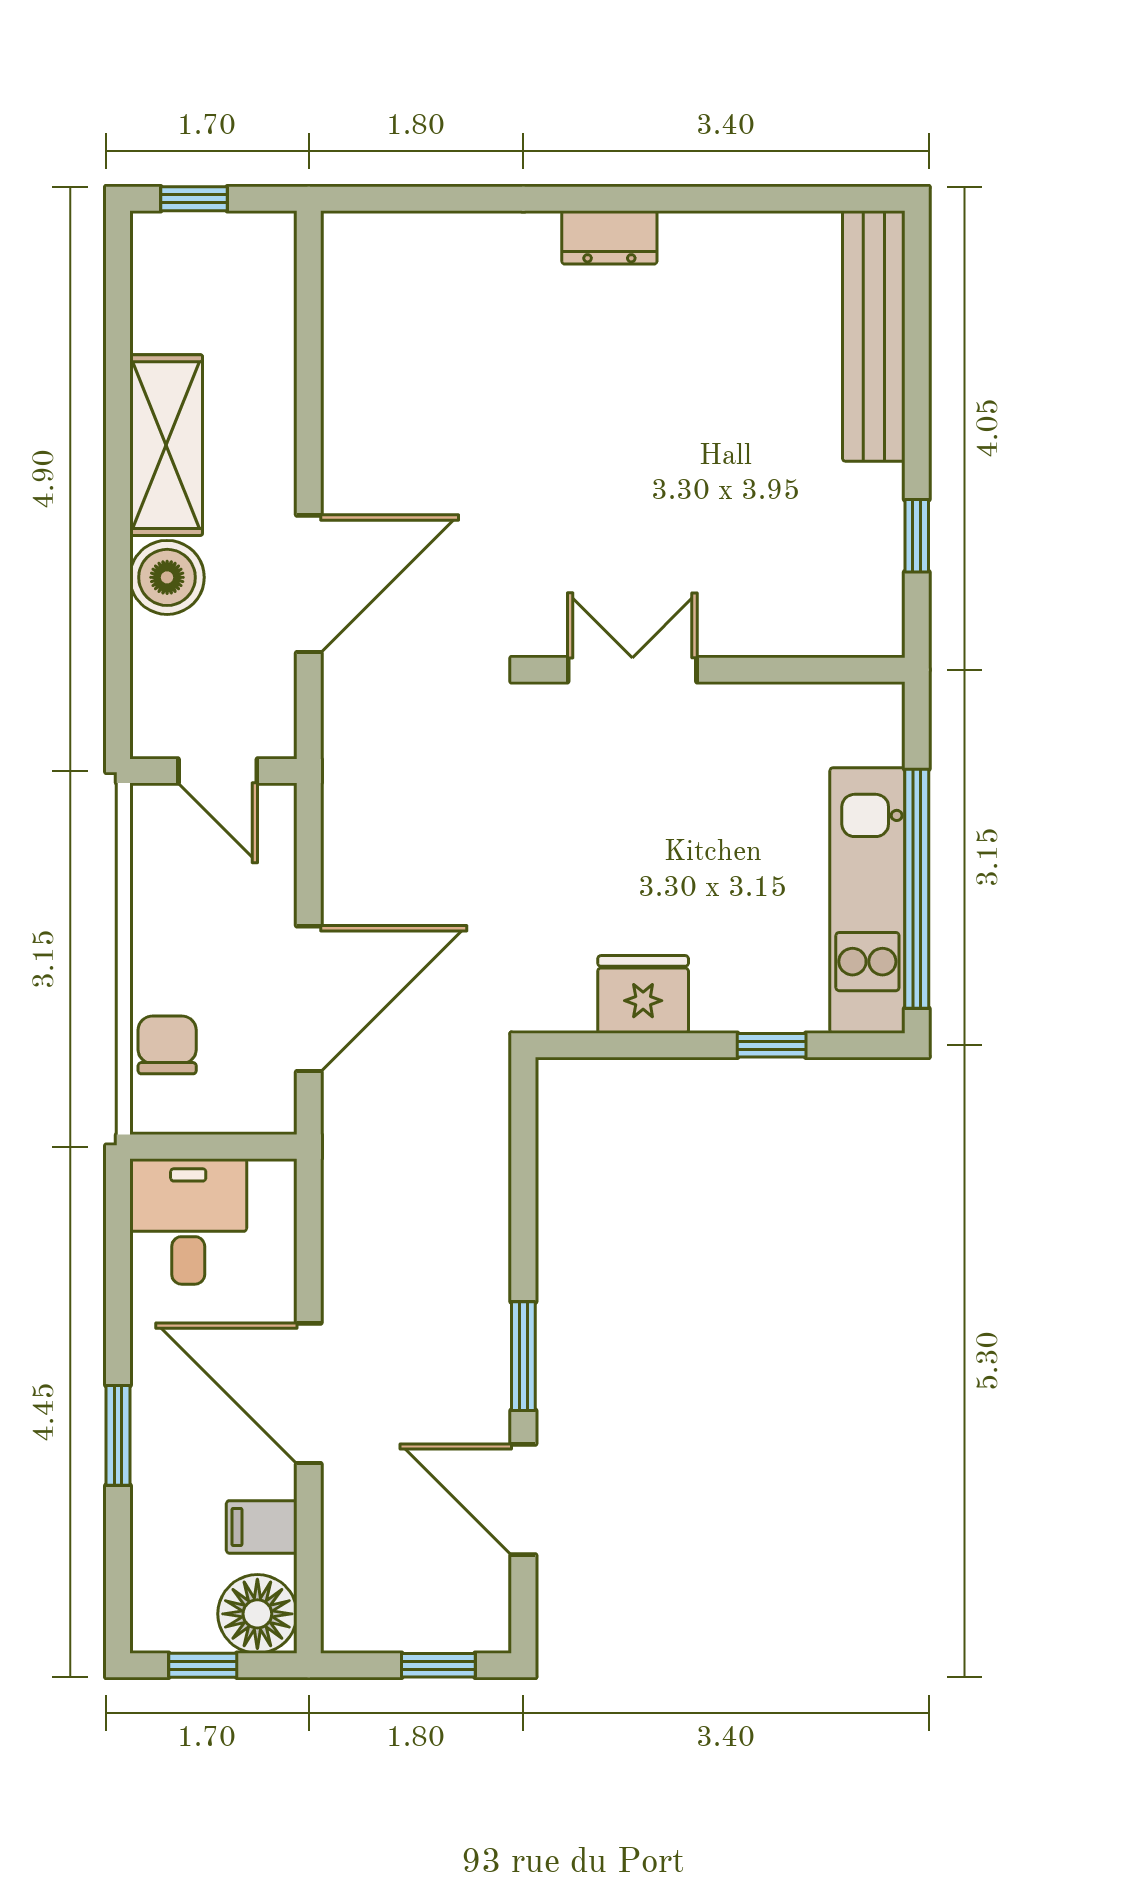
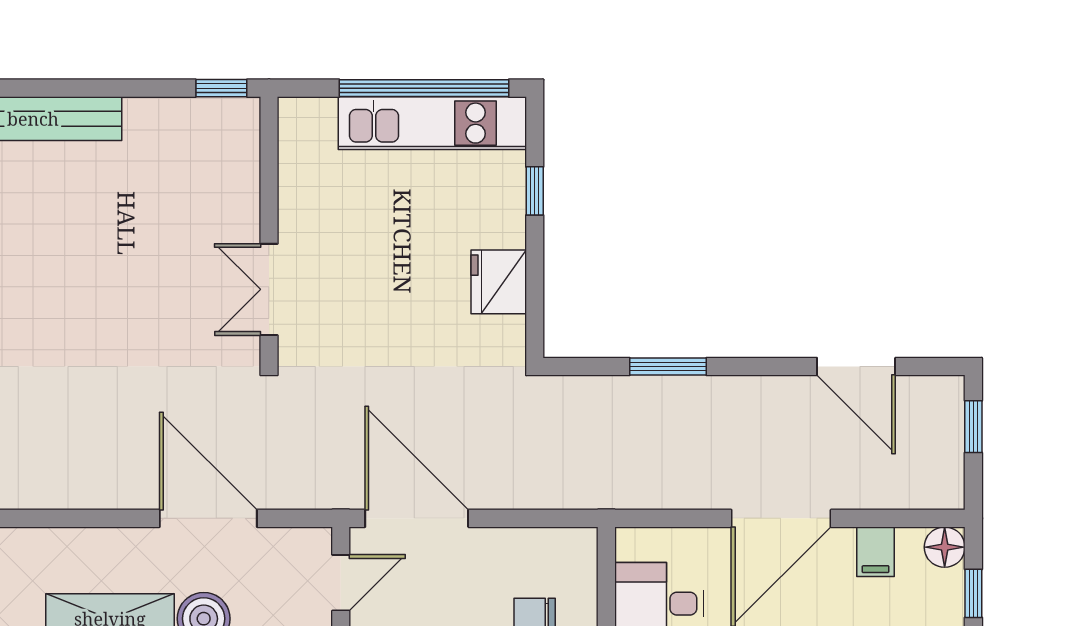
window: (917, 536) -> (221, 88), moved
door: (309, 999) -> (417, 518), moved
window: (523, 1356) -> (668, 367), moved
door: (523, 1499) -> (856, 367), hinge flipped
floor lamp: (257, 1614) -> (945, 547), width x0.73, depth x0.73

